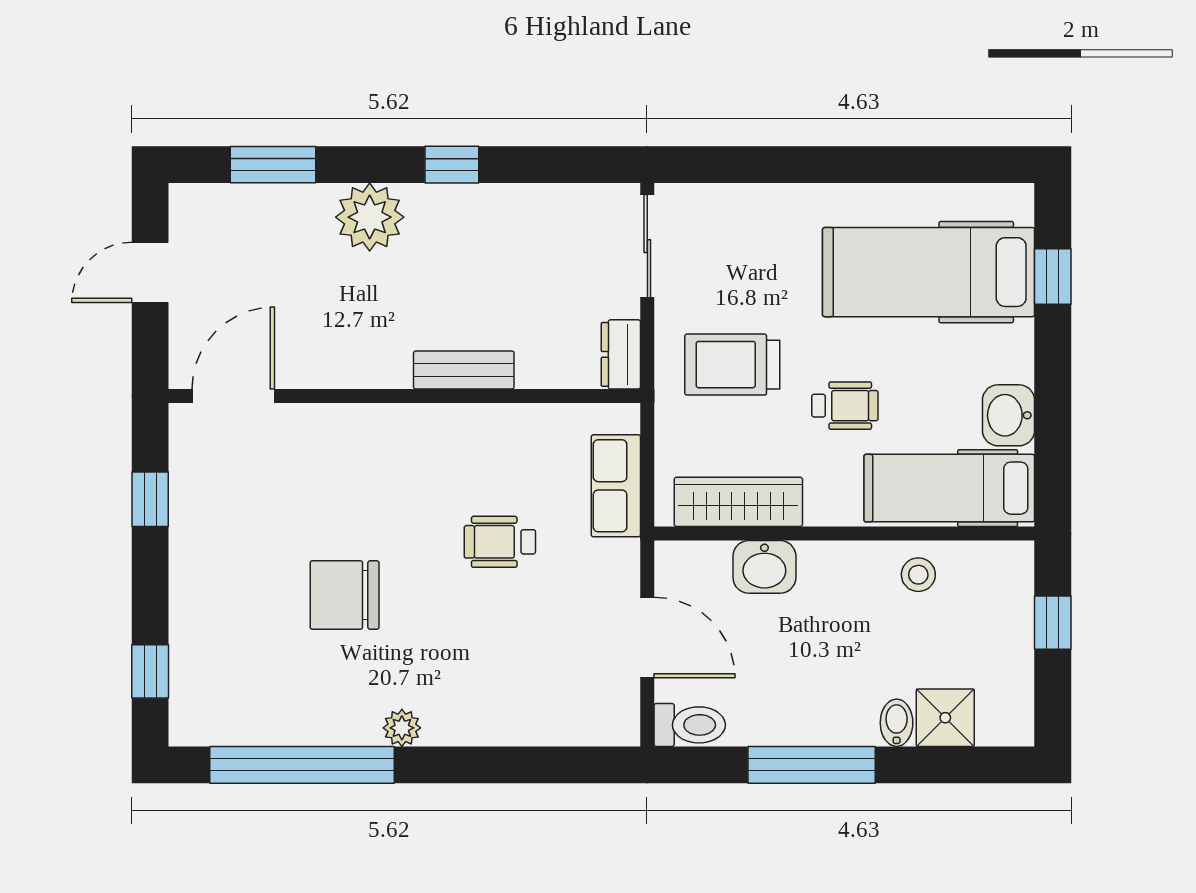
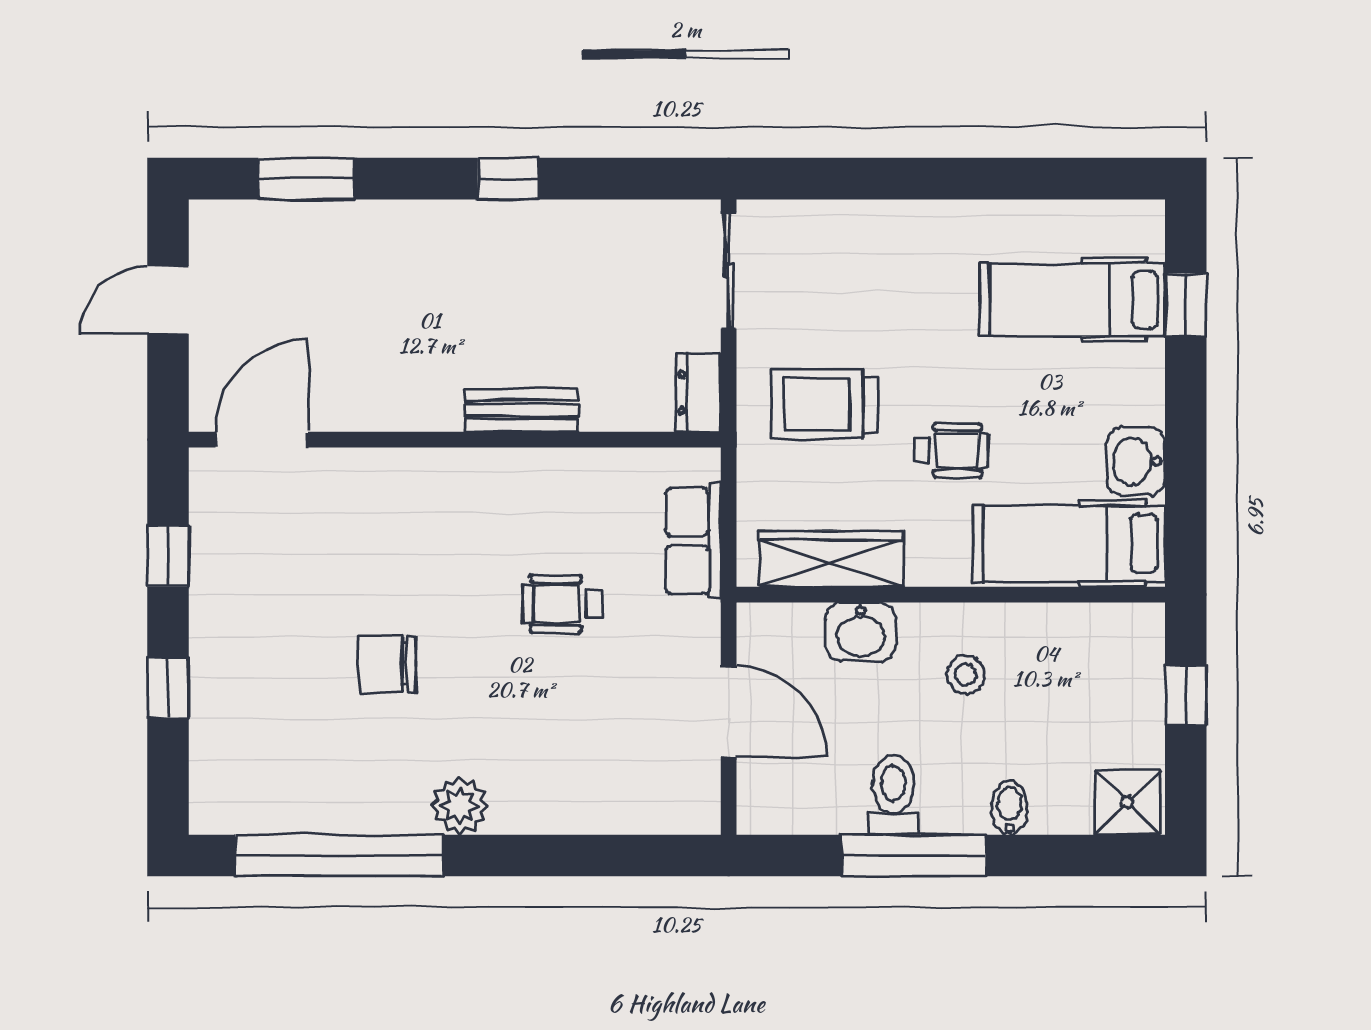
plant: (370, 217) -> (416, 238), removed
hospital bed: (929, 272) -> (1073, 300), width x0.73, depth x0.78
stool: (918, 575) -> (966, 675), moved
chair: (345, 595) -> (387, 664), width x0.73, depth x0.73
window: (150, 671) -> (168, 687), moved
shower: (945, 718) -> (1127, 802), moved
toilet: (690, 725) -> (893, 795), moved, turned -90
plant: (402, 728) -> (460, 806), width x1.38, depth x1.38

